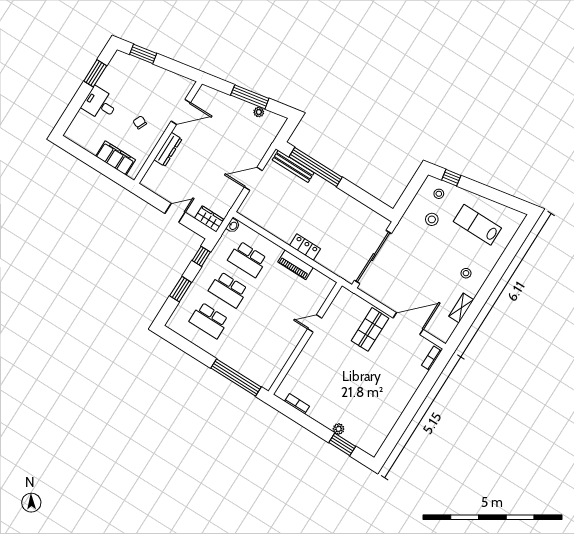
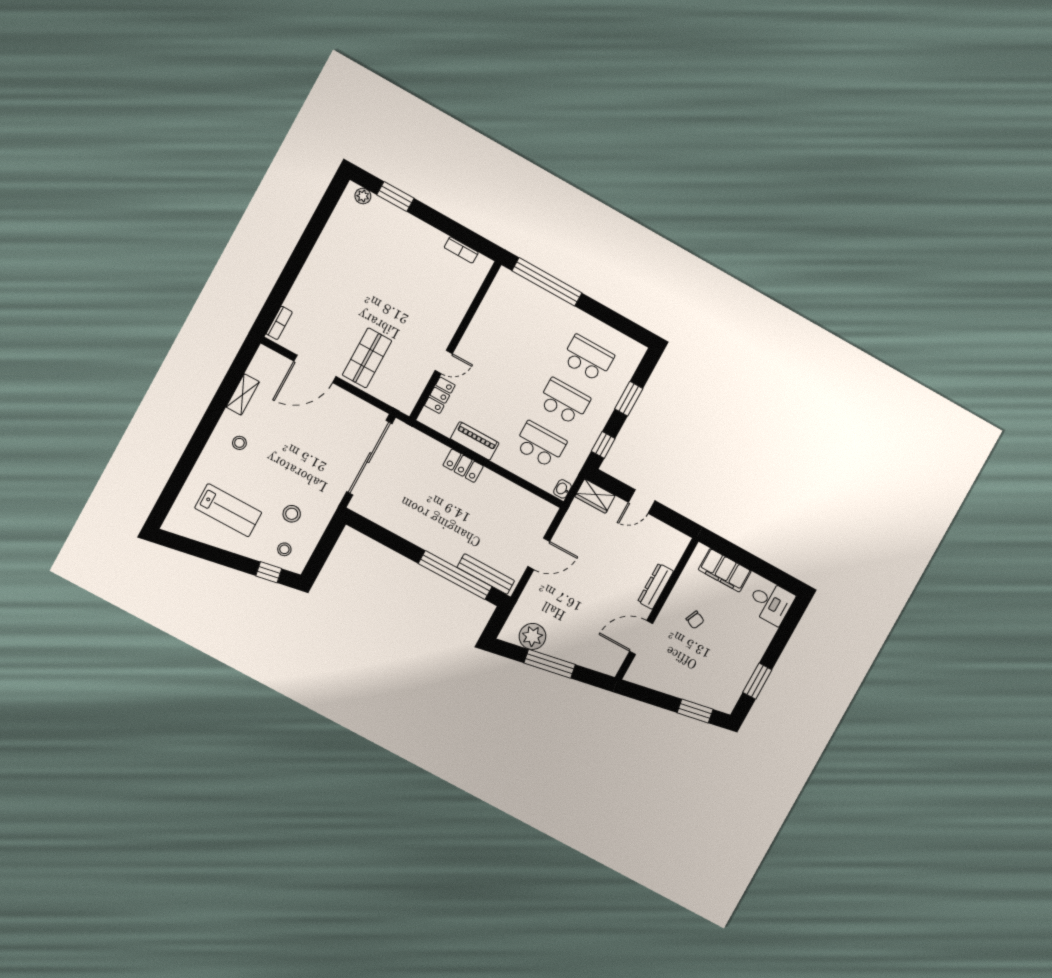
desk: (100, 104) -> (771, 602), moved
plant: (259, 112) -> (532, 636), width x1.87, depth x1.87
locker: (319, 299) -> (440, 395), added
plant: (339, 429) -> (363, 196), moved

